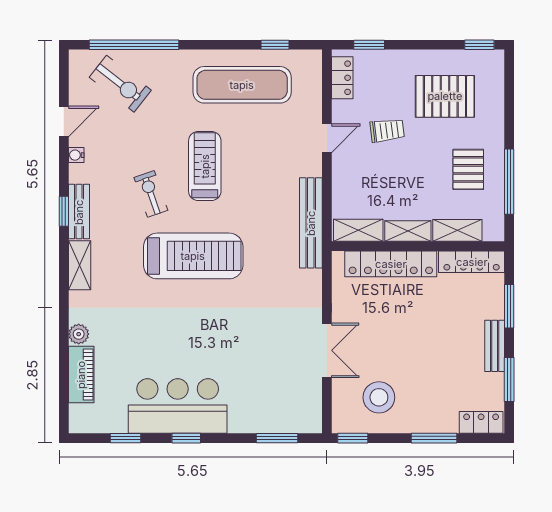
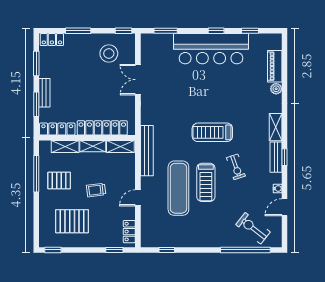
exercise mat: (242, 85) -> (178, 188), moved, turned 90
trolley: (387, 130) -> (96, 190), moved
pallet: (468, 169) -> (59, 180), turned 90
treadmill: (193, 256) -> (212, 132), width x0.73, depth x0.73
bench: (495, 346) -> (44, 93), moved
bar counter: (178, 406) -> (211, 49), width x1.36

